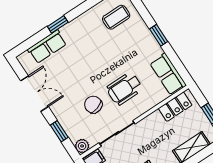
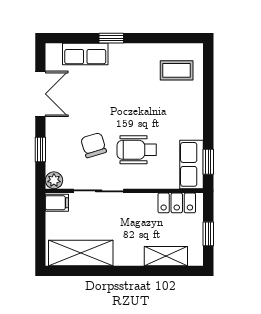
window: (159, 35) -> (208, 162), moved

